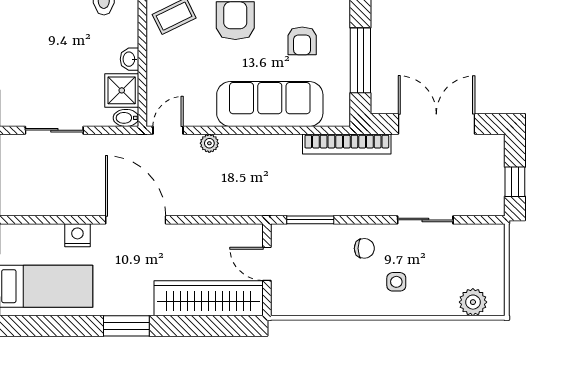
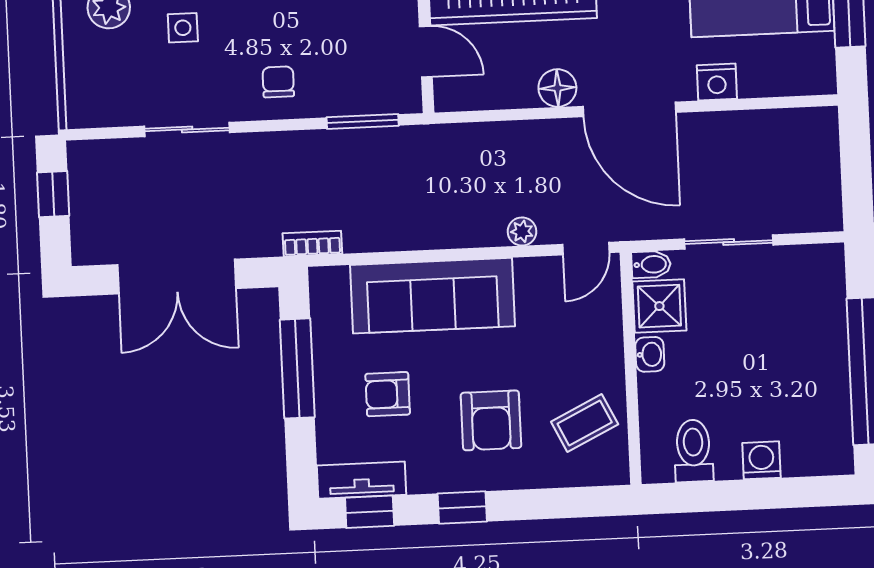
armchair: (302, 41) -> (388, 394), turned -90
sliding door: (54, 130) -> (729, 242), moved
bookcase: (347, 144) -> (312, 244), width x0.43, depth x0.76
floor lamp: (182, 236) -> (557, 88), added
chair: (364, 248) -> (278, 82), turned 90
side table: (396, 282) -> (183, 28), moved

